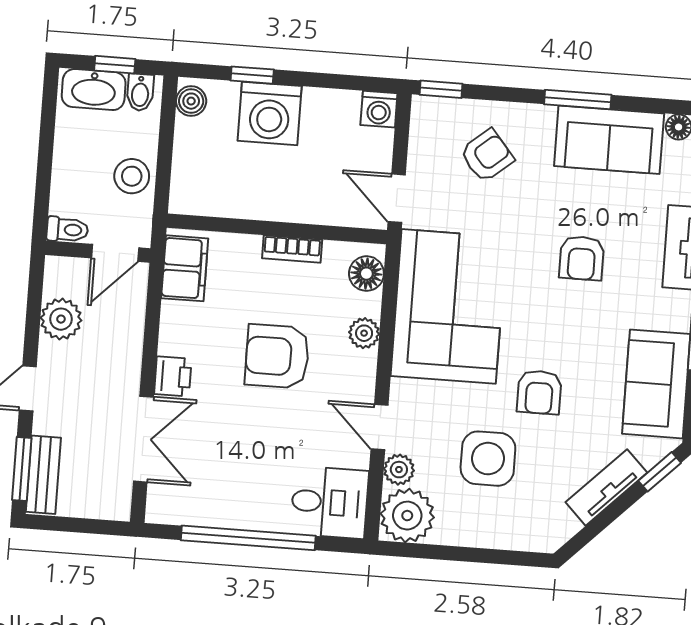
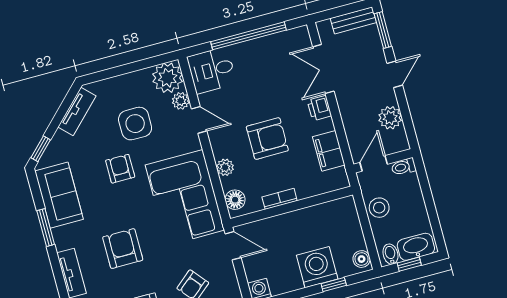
armchair: (582, 258) -> (123, 249), width x1.38, depth x1.38
filing cabinet: (185, 268) -> (329, 151), moved
bench: (43, 475) -> (353, 20), moved, turned 90
tv unit: (606, 487) -> (77, 111), moved

